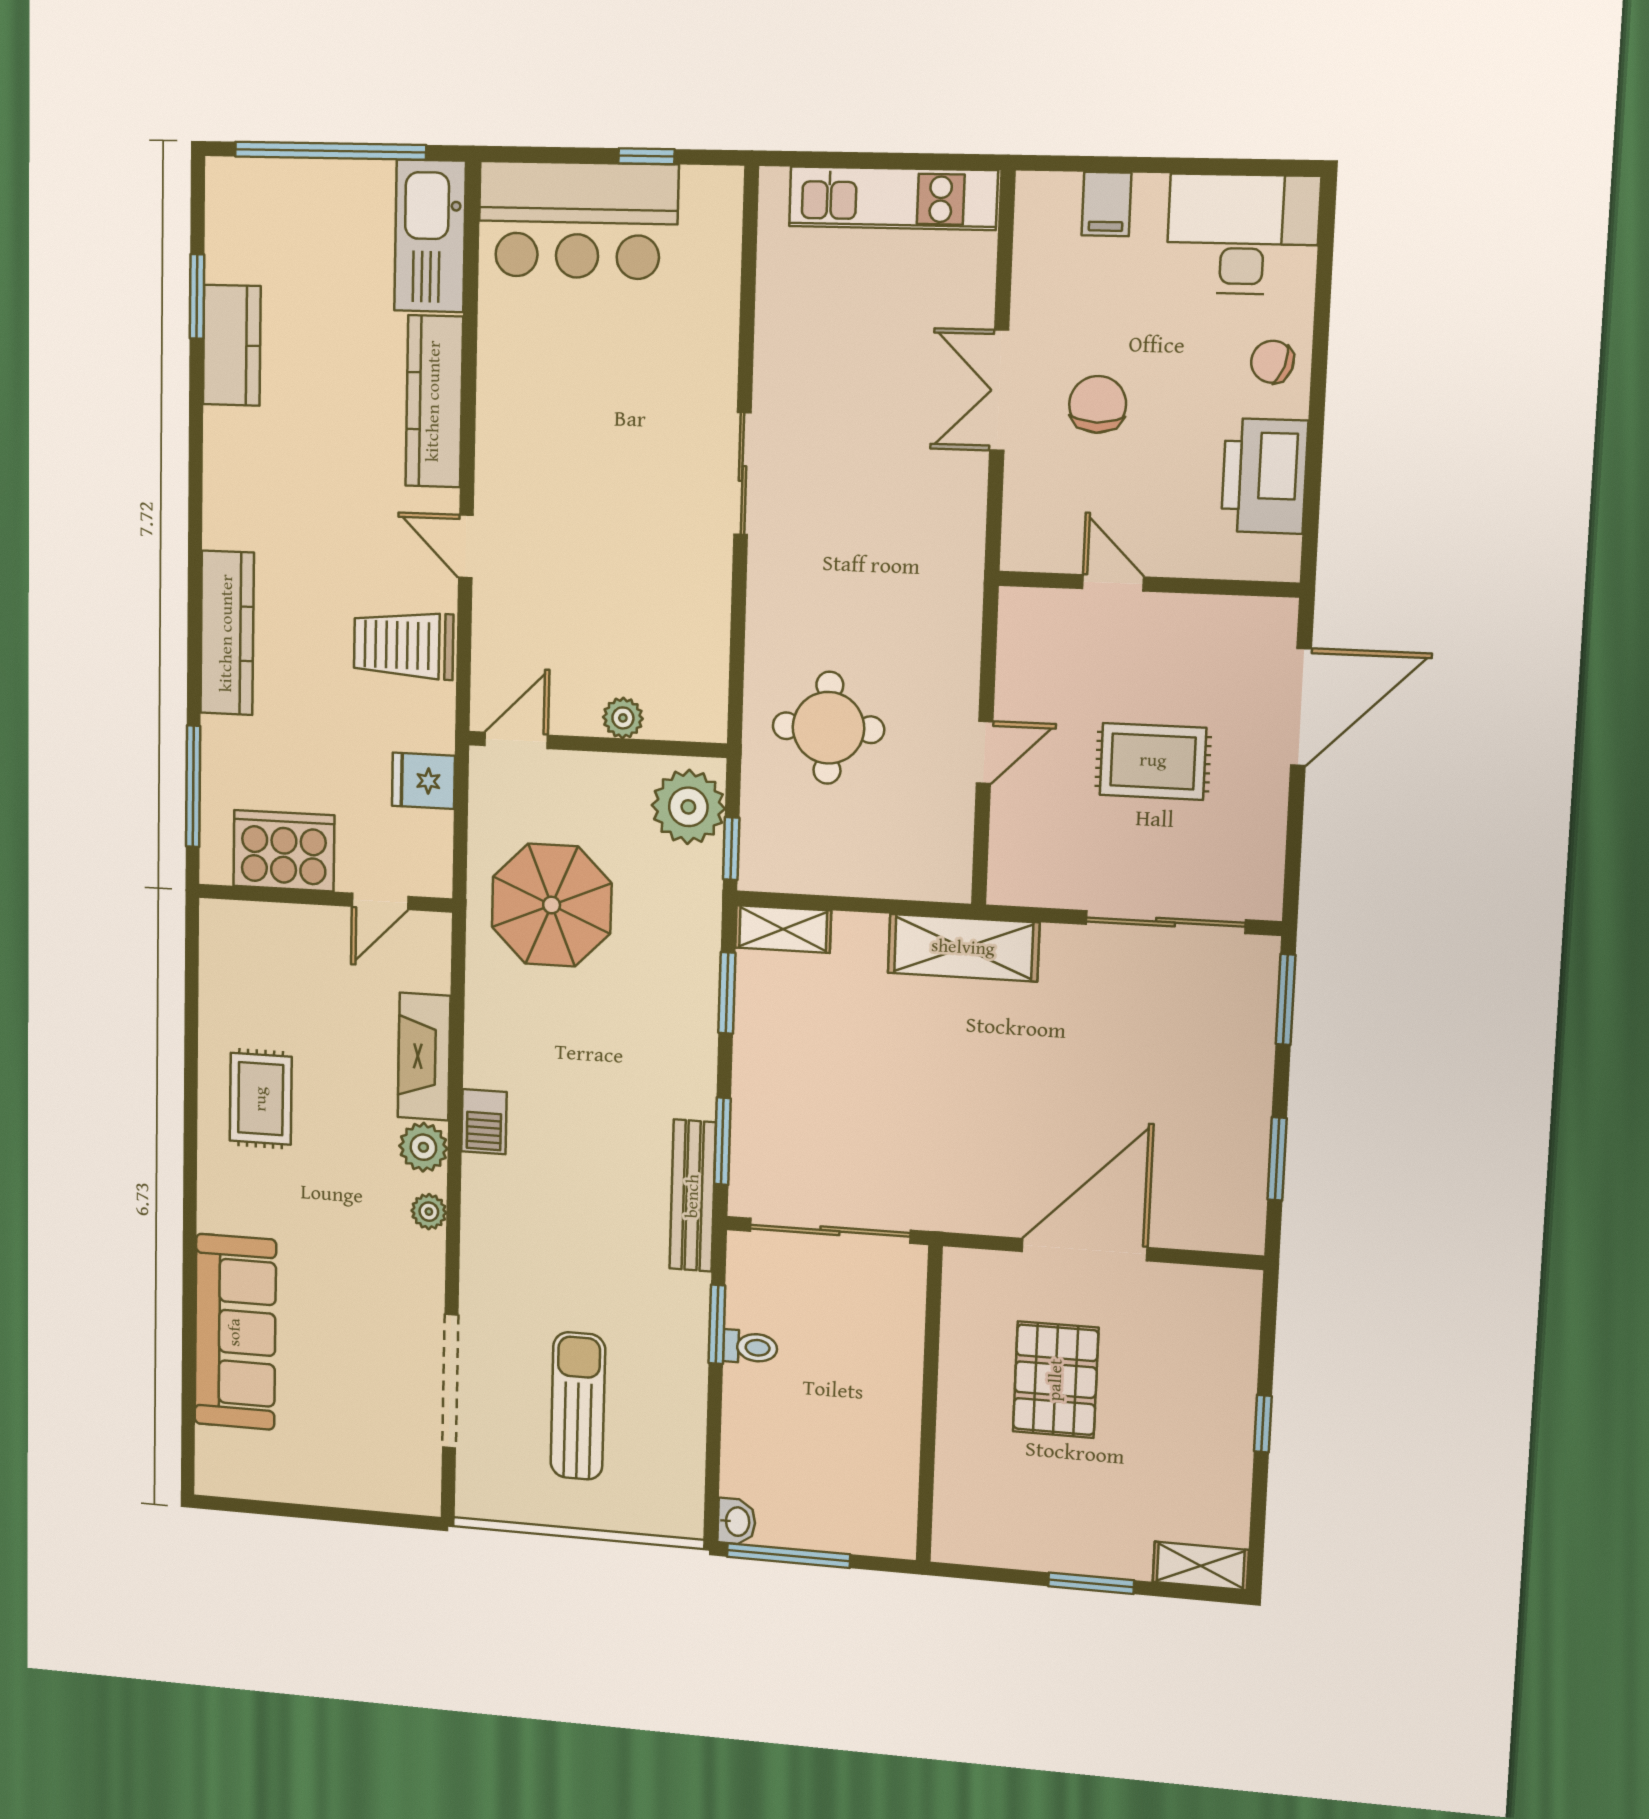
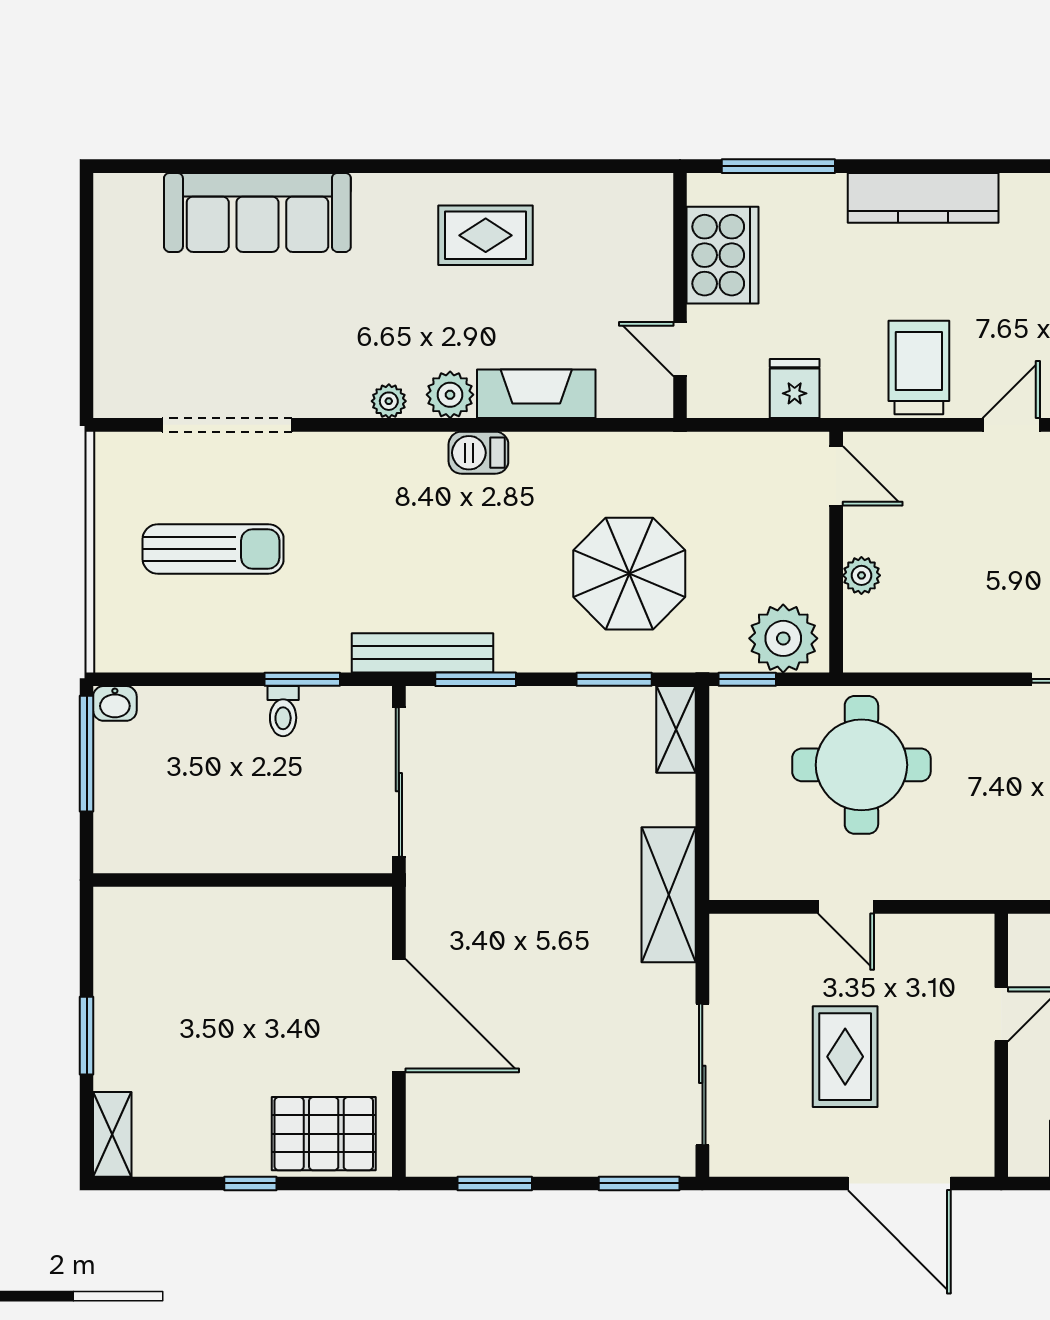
round table: (828, 728) -> (861, 765), width x1.36, depth x1.36
parasol: (552, 905) -> (629, 574), moved
pallet: (1056, 1380) -> (324, 1134), moved

